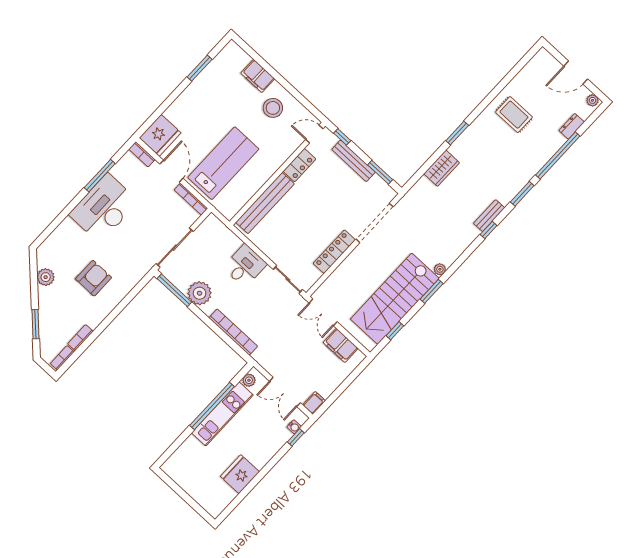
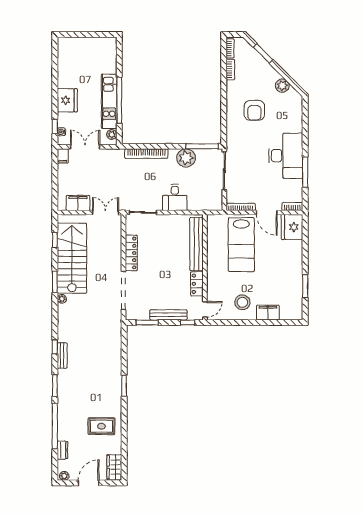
wardrobe: (442, 168) -> (114, 467), moved
fridge: (240, 474) -> (67, 100), moved

